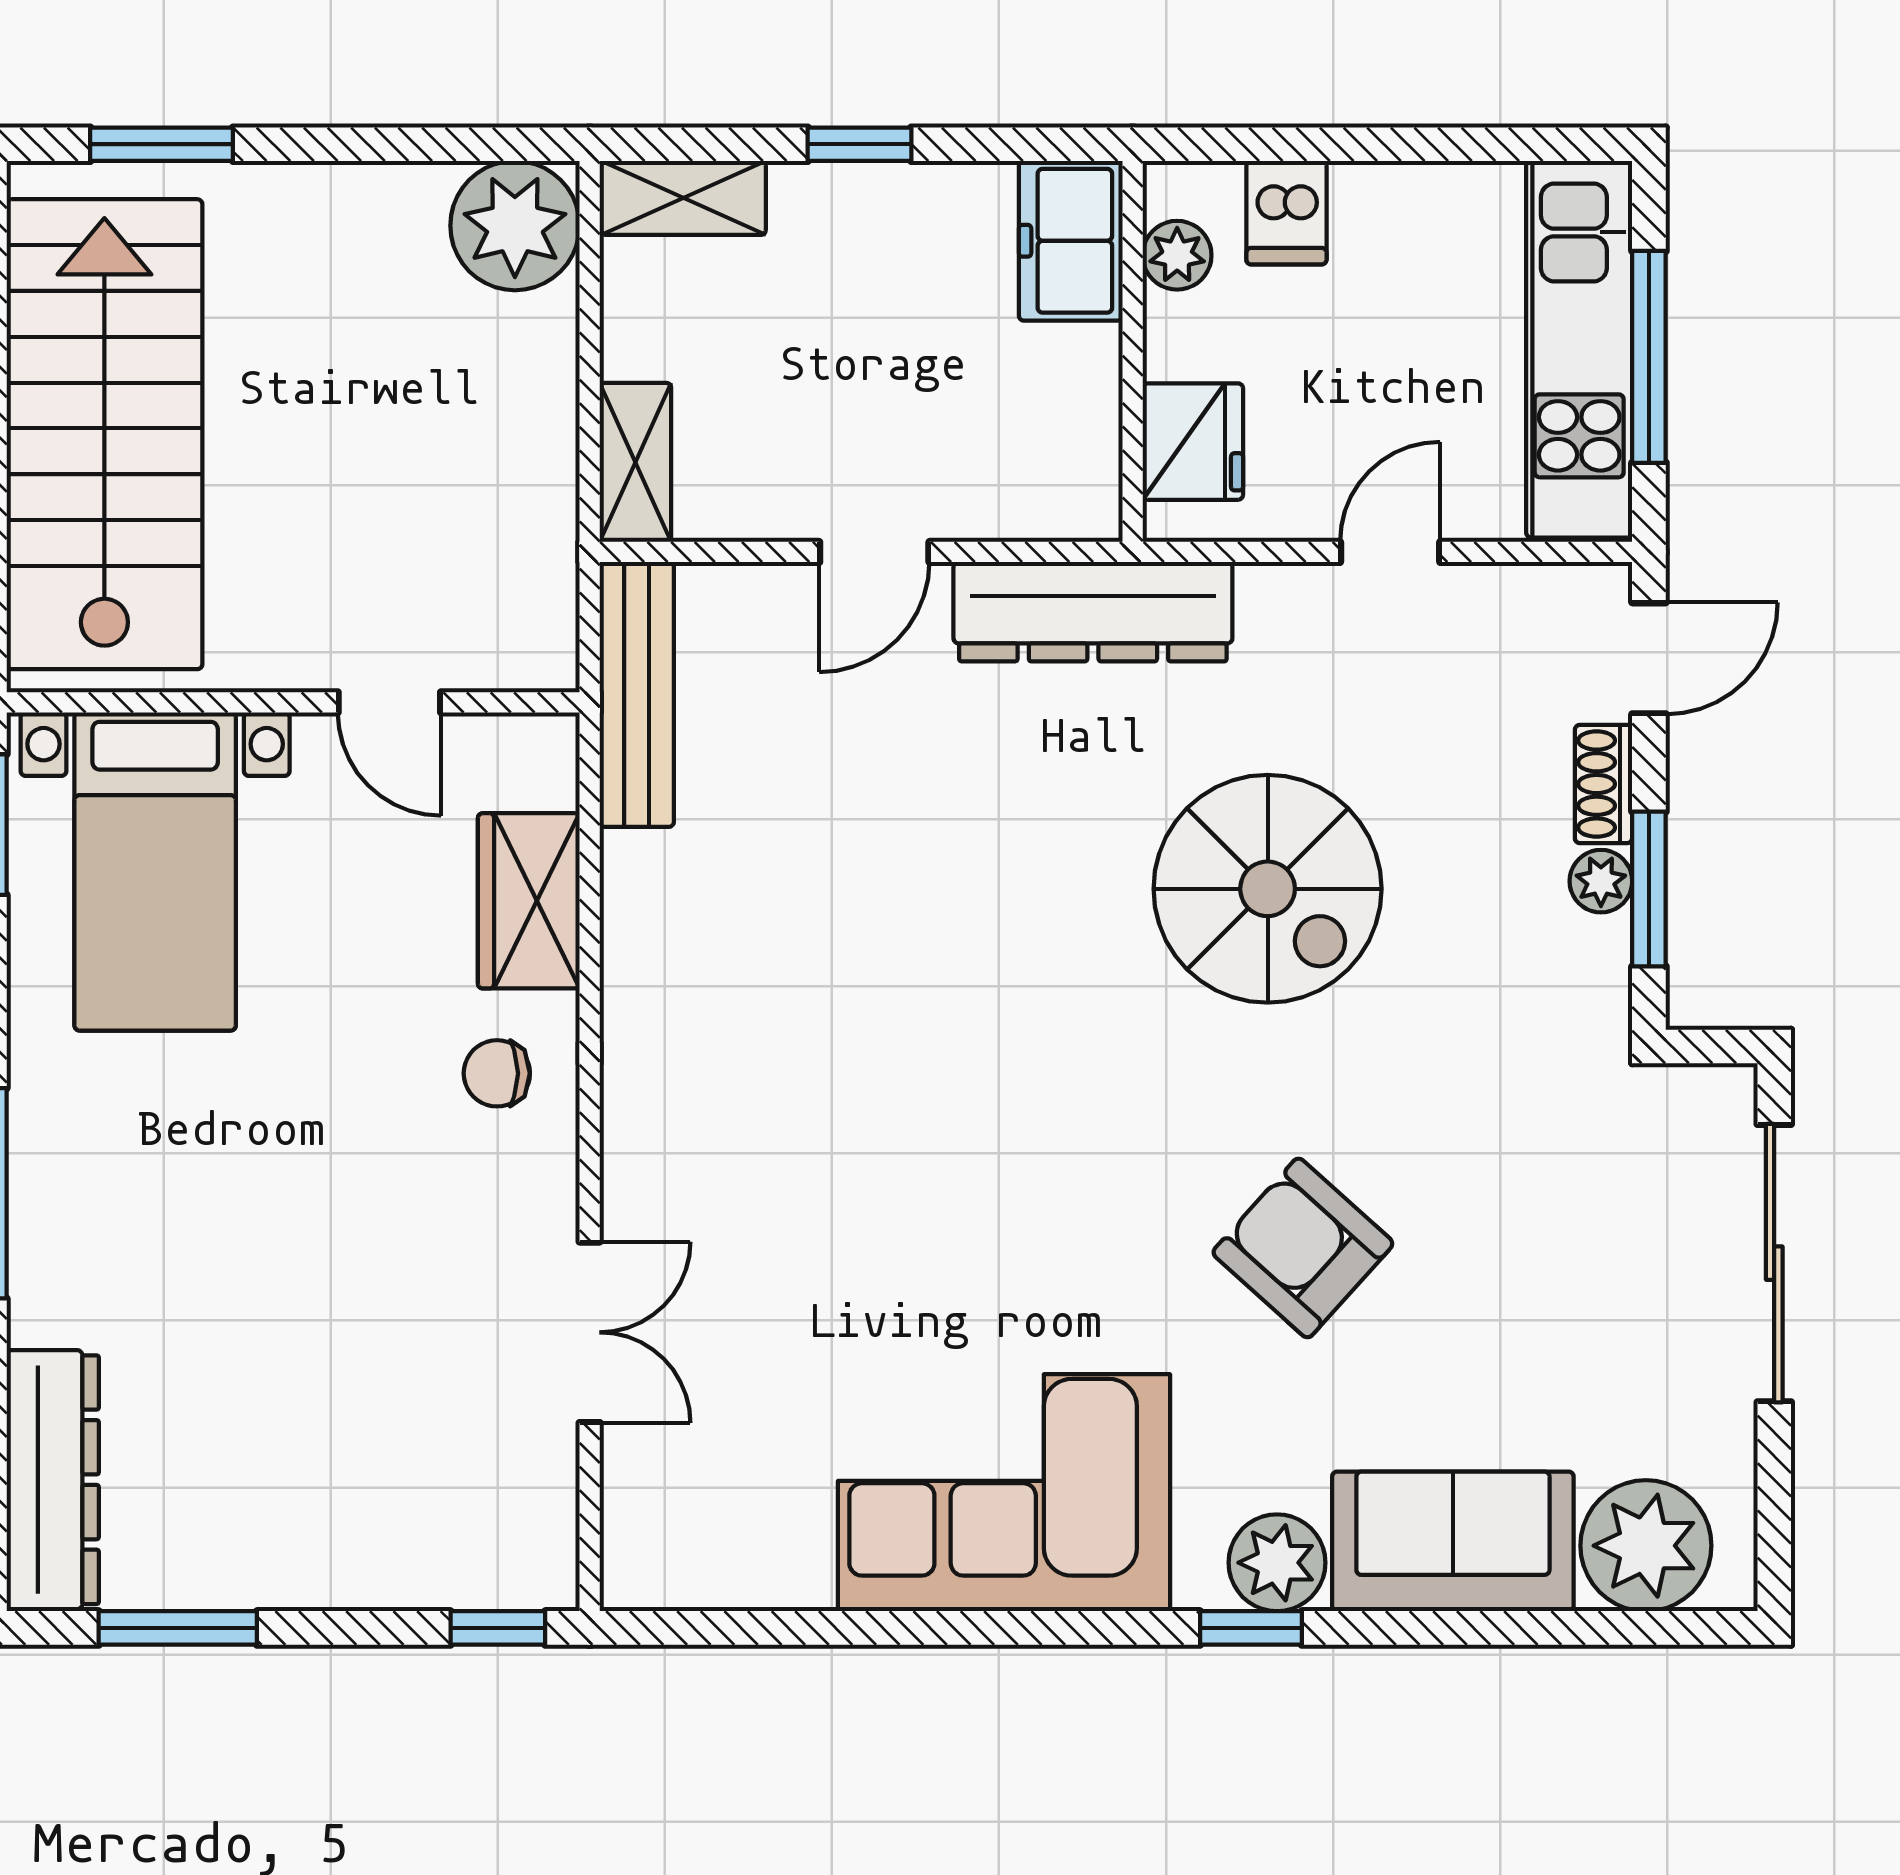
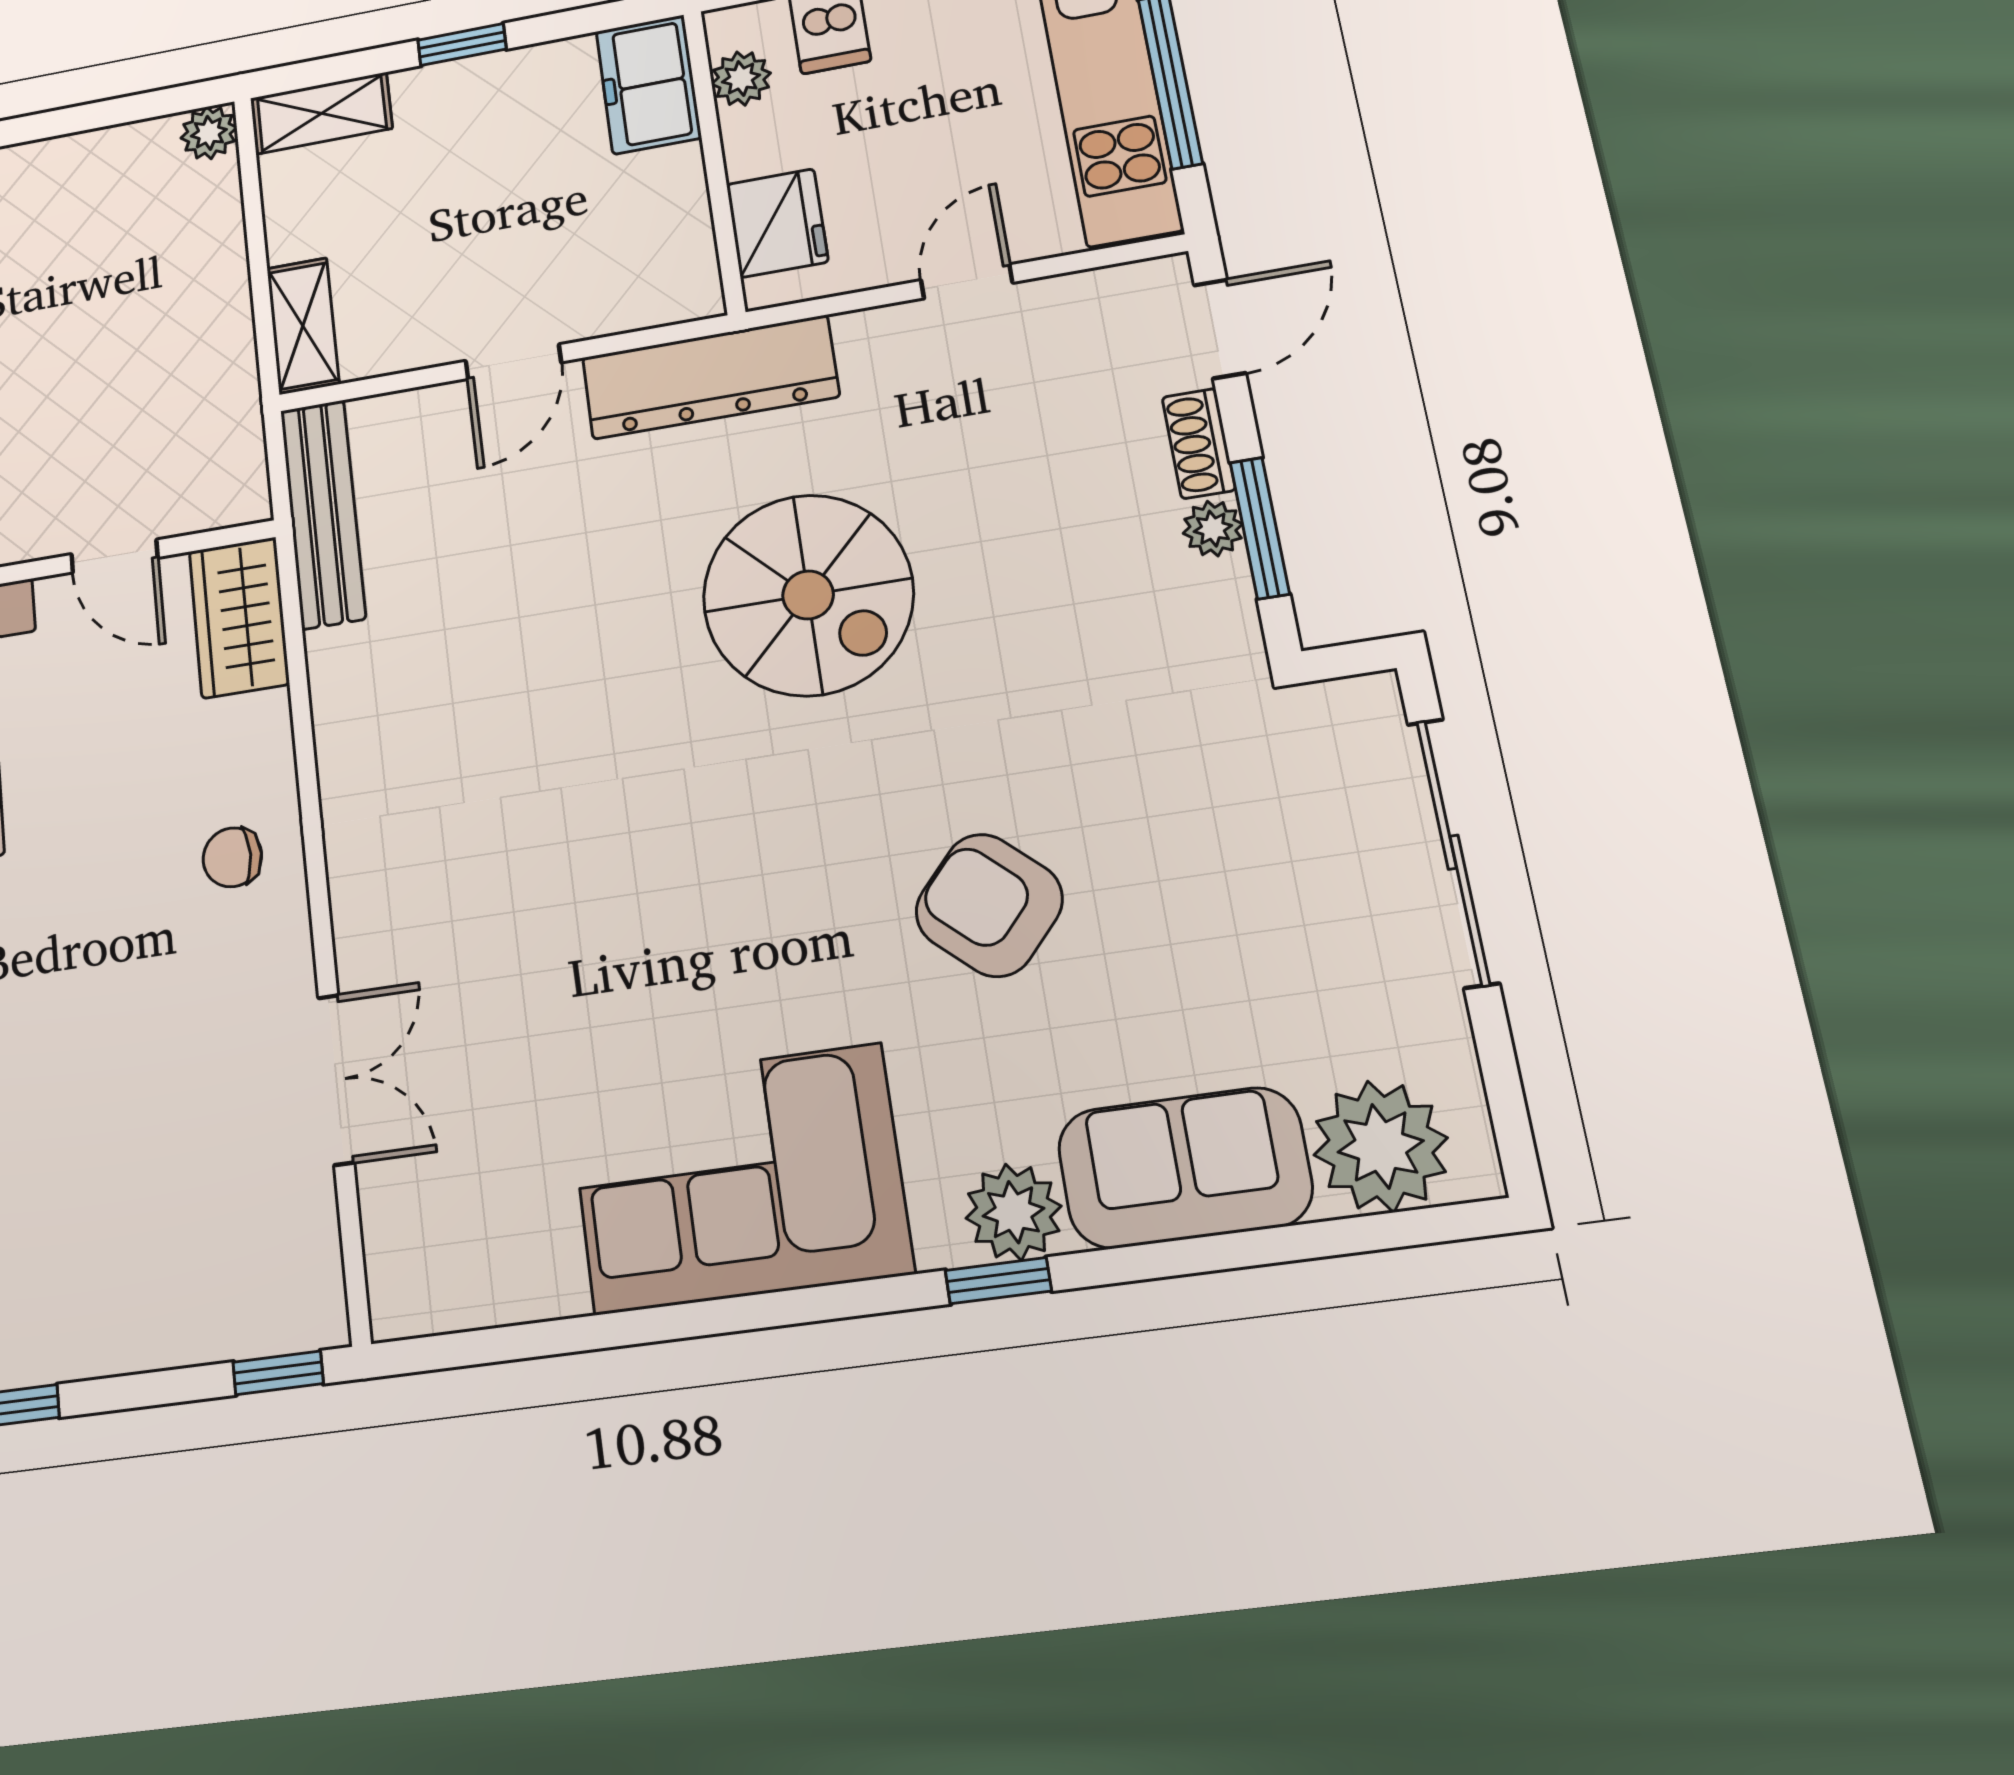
plant: (515, 226) -> (209, 133), width x0.53, depth x0.53
spiral stairs: (1268, 889) -> (808, 595), moved
wardrobe: (529, 901) -> (239, 617), moved

